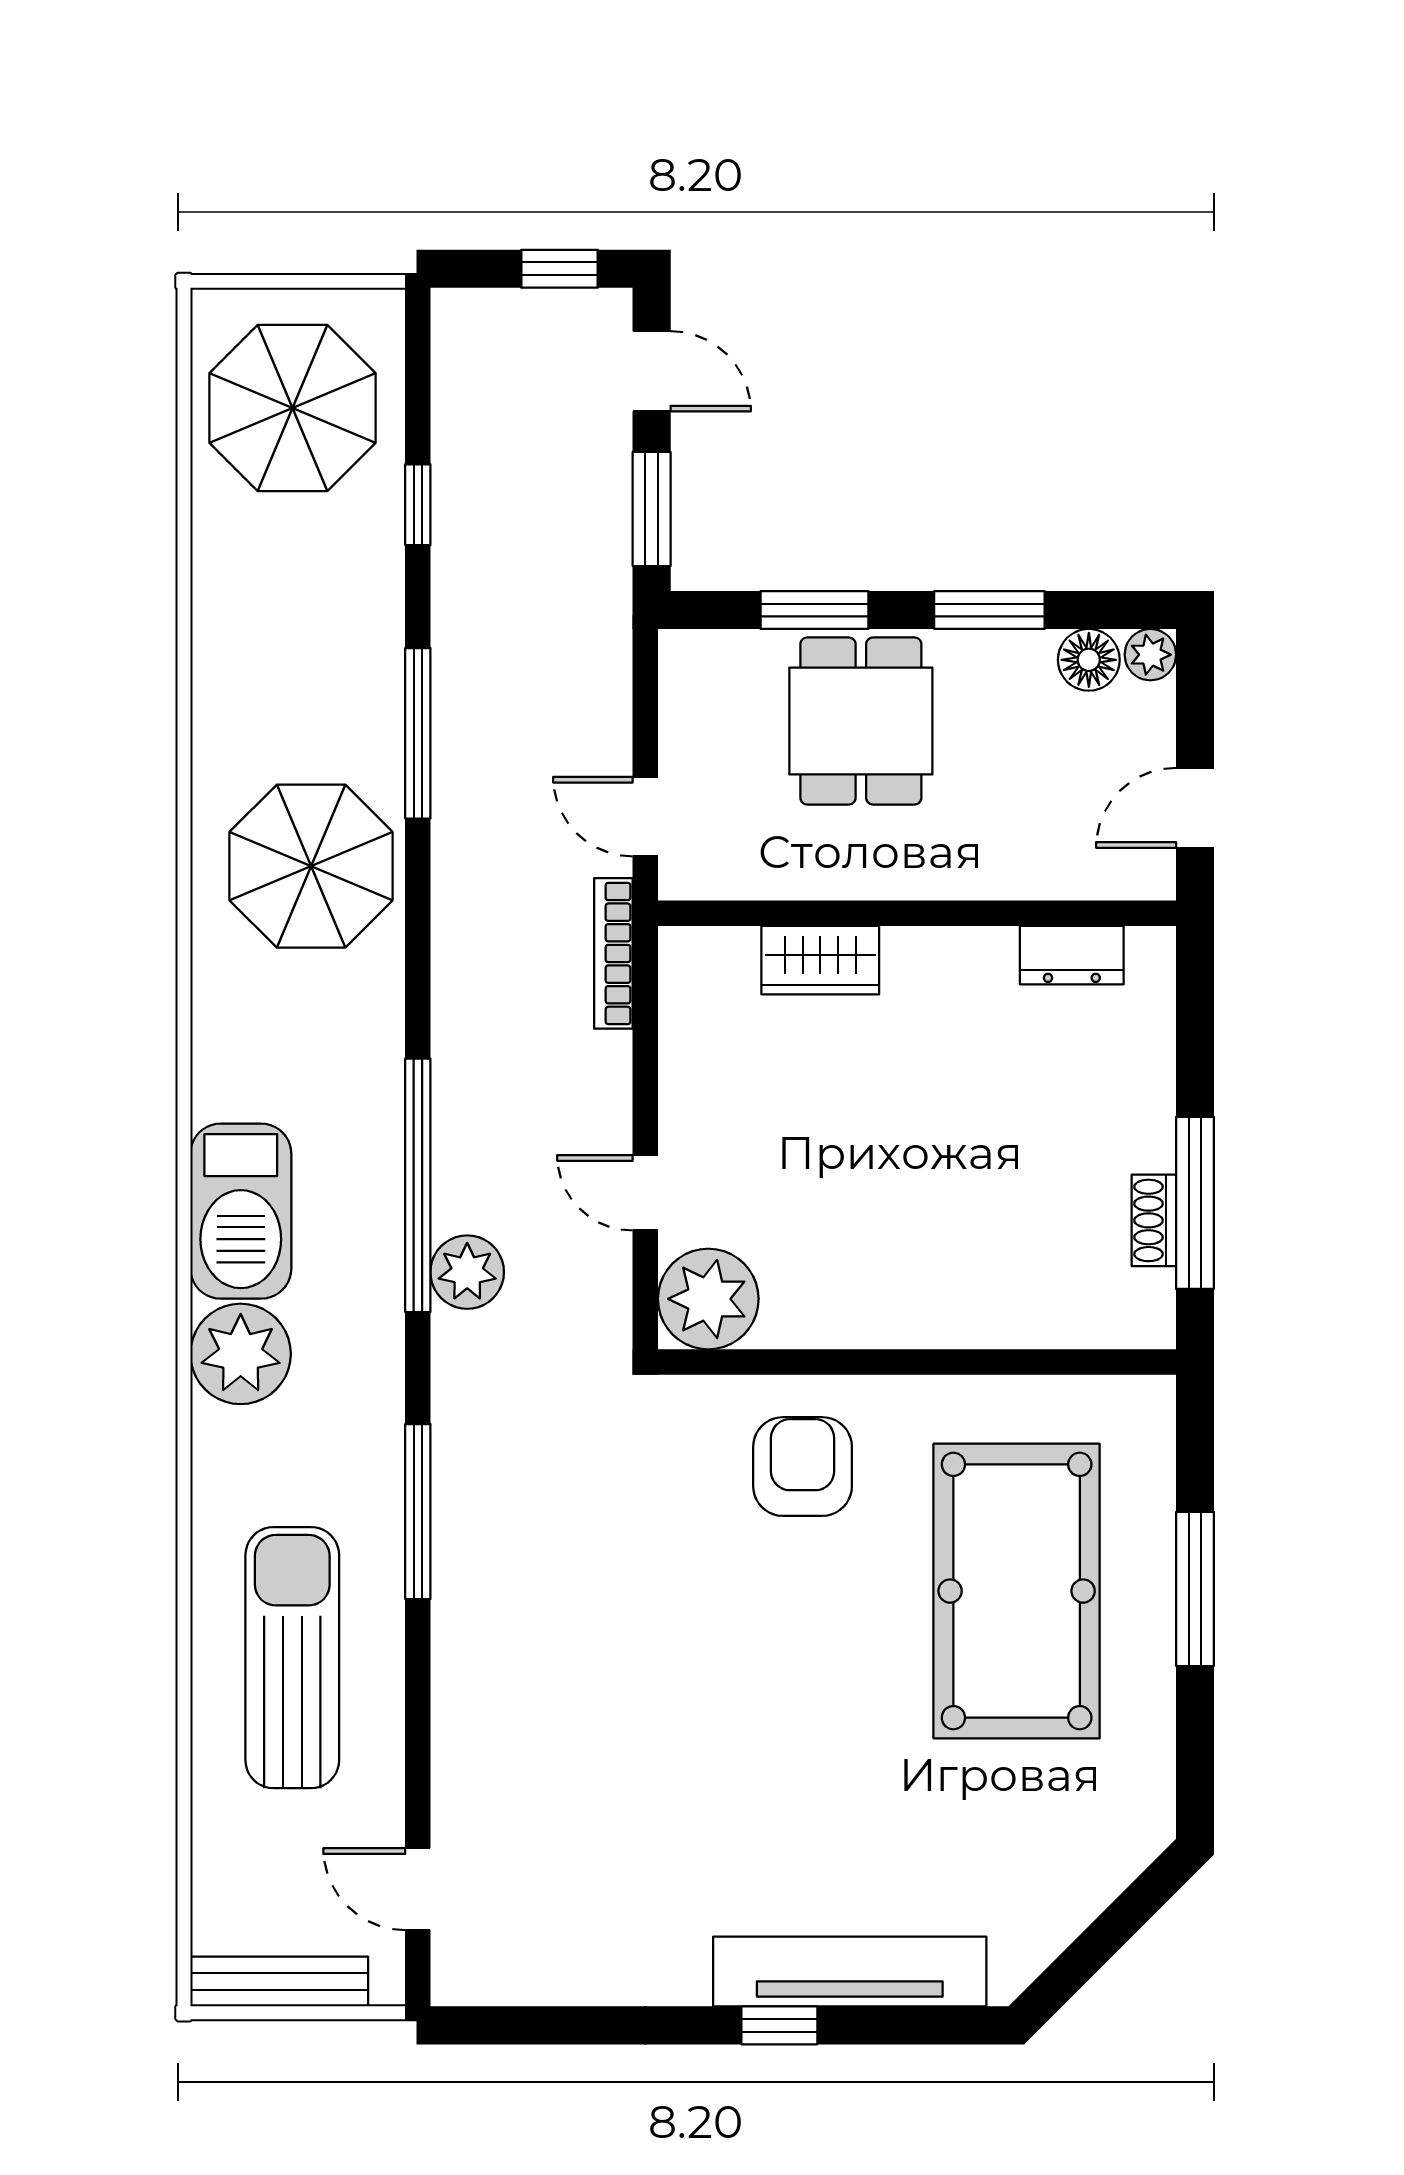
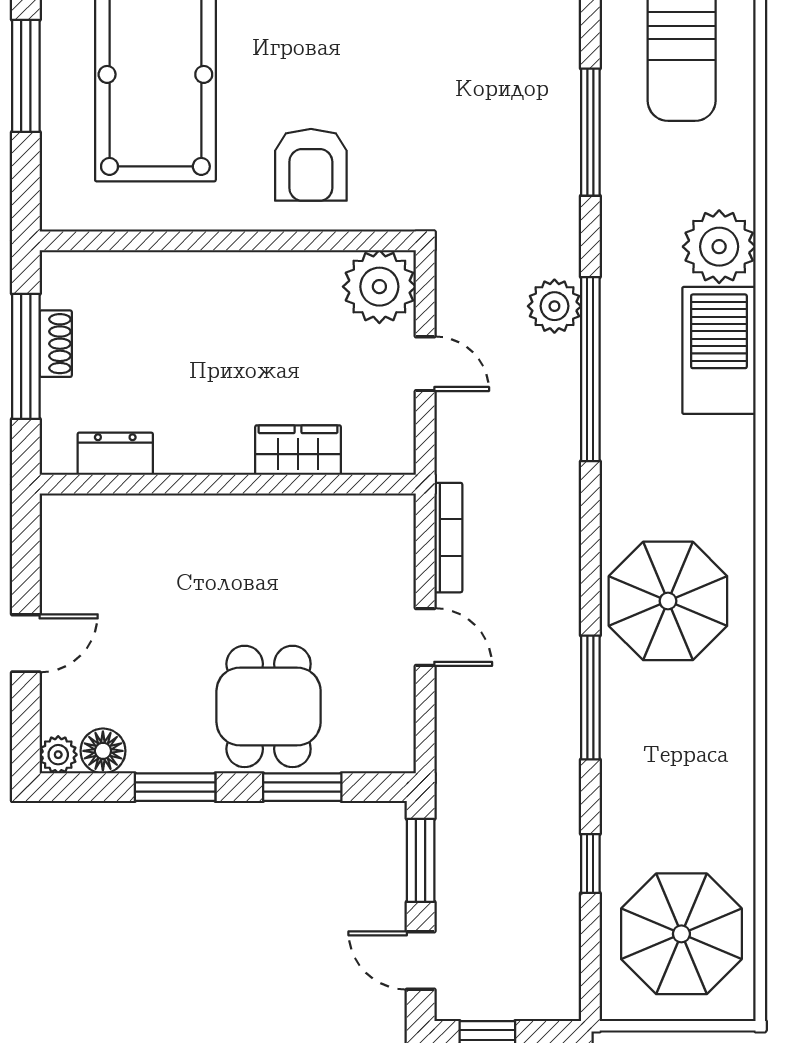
wall: (917, 913) -> (228, 484), moved
dresser: (1072, 955) -> (115, 454), moved
wardrobe: (820, 960) -> (298, 450), moved

